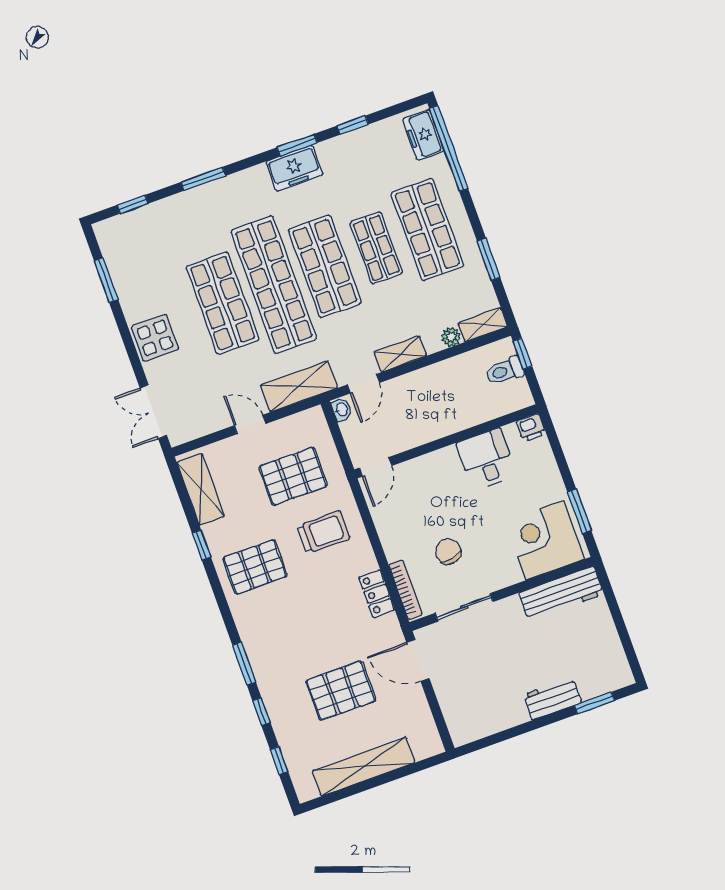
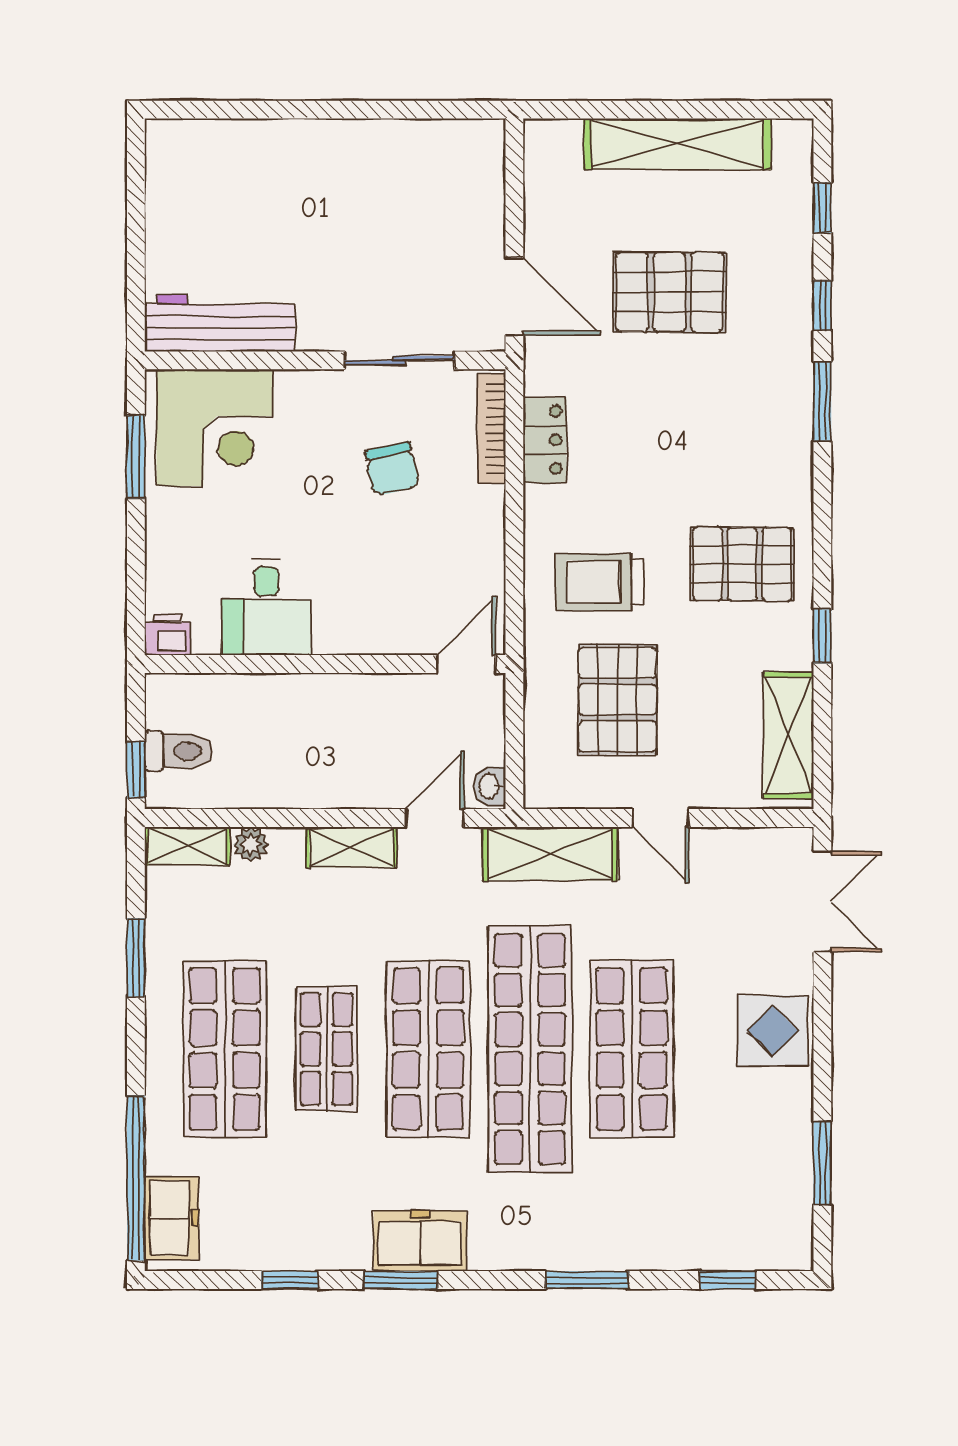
pallet: (293, 476) -> (617, 700), turned 90
workbench: (552, 699) -> (302, 144), removed
window: (594, 703) -> (231, 110), removed

